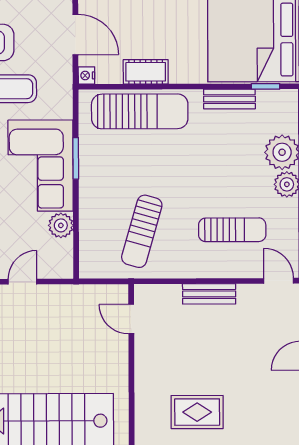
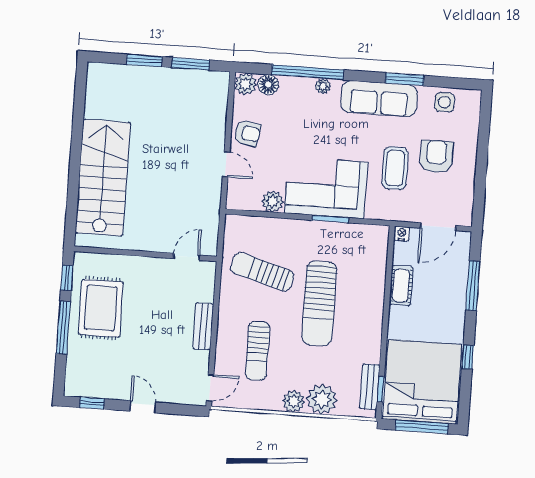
bench: (229, 99) -> (370, 387), moved
sun lounger: (140, 111) -> (319, 303), moved
rug: (197, 412) -> (101, 308), width x1.36, depth x1.43

